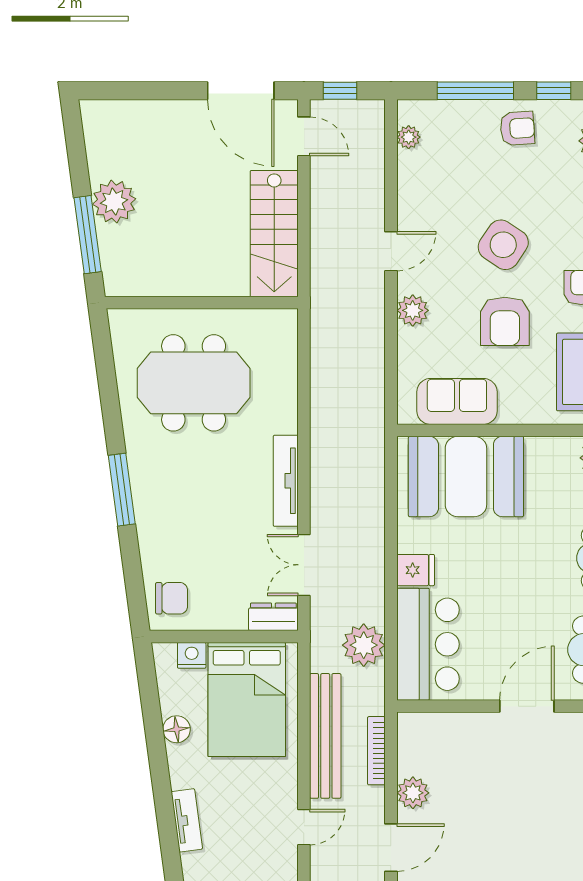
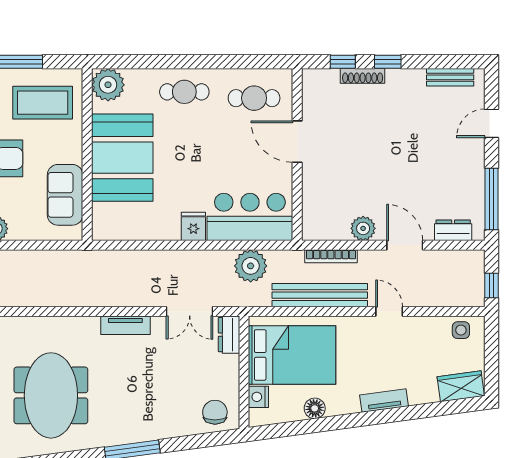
booth: (466, 477) -> (122, 158), moved
tv unit: (286, 481) -> (125, 325), width x0.71

